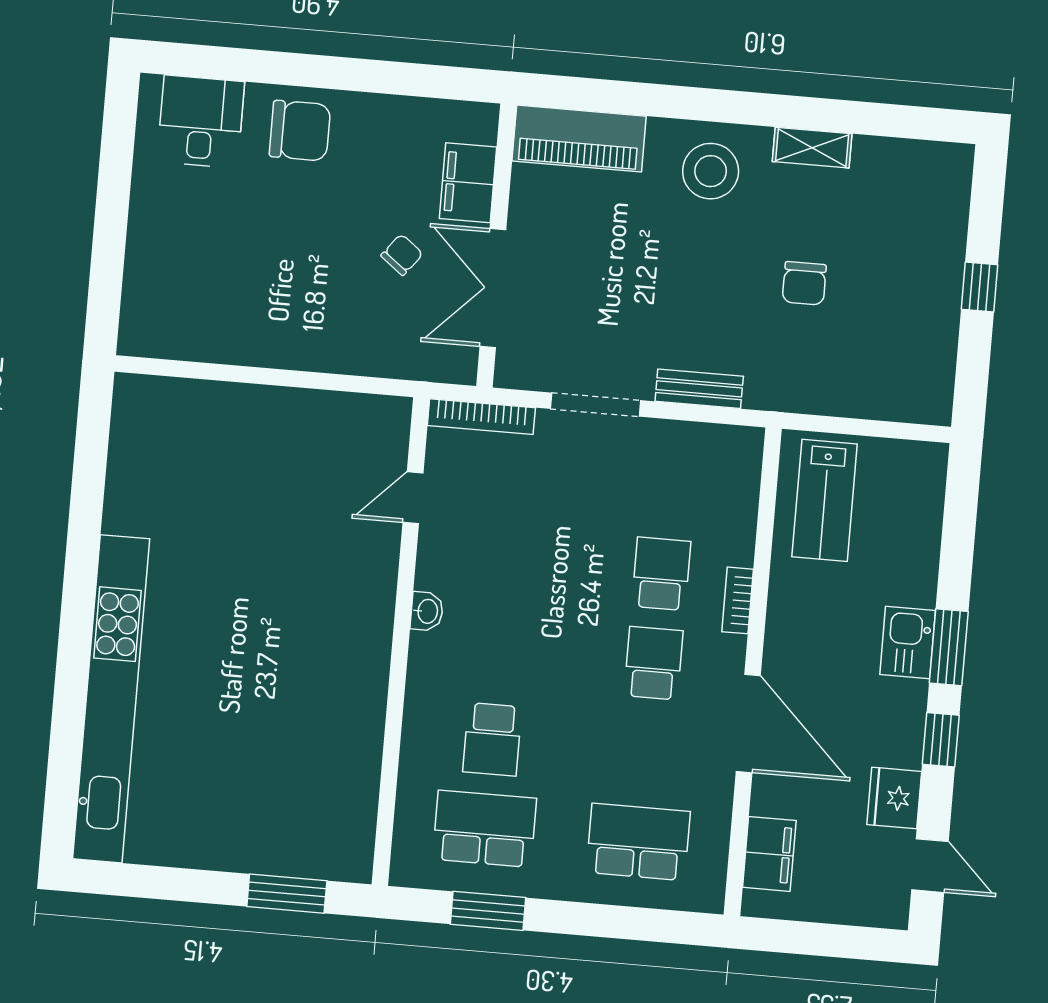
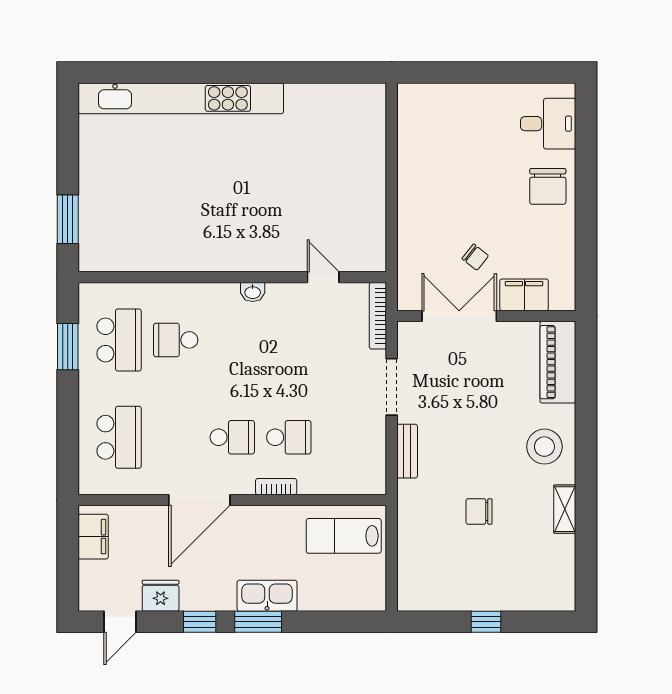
kitchen sink: (908, 643) -> (267, 596), width x1.38
filing cabinet: (769, 854) -> (93, 537), moved, turned -90

